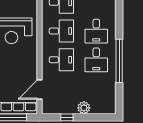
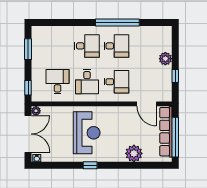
desk: (61, 31) -> (87, 82), turned 180
desk: (61, 60) -> (116, 82), turned 90

